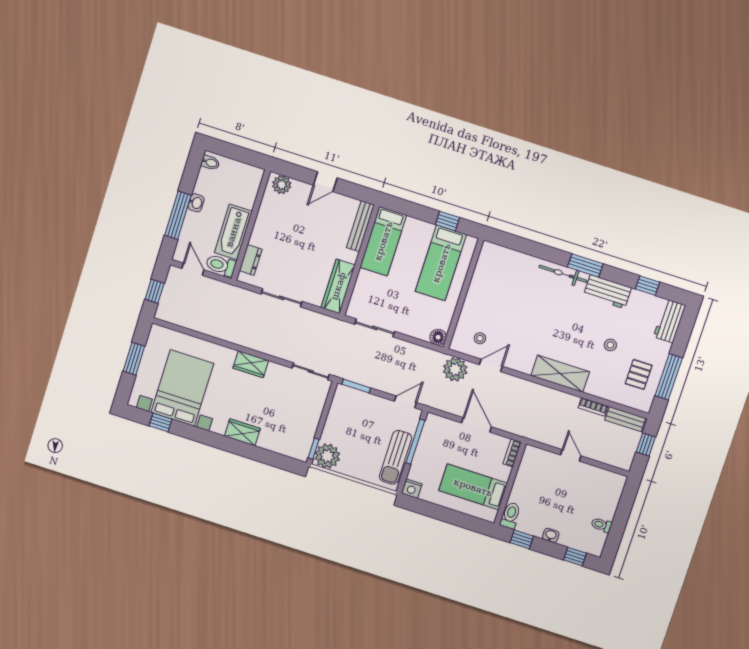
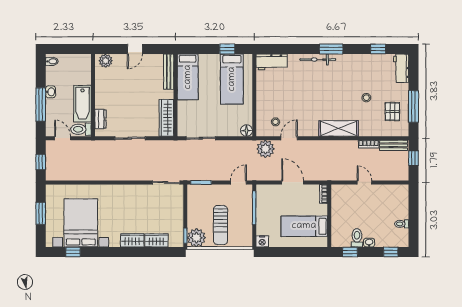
workbench: (607, 292) -> (272, 62), moved
wardrobe: (251, 364) -> (156, 240), moved, turned 180
sun lounger: (396, 457) -> (220, 225), moved
toilet: (510, 515) -> (357, 238), moved

